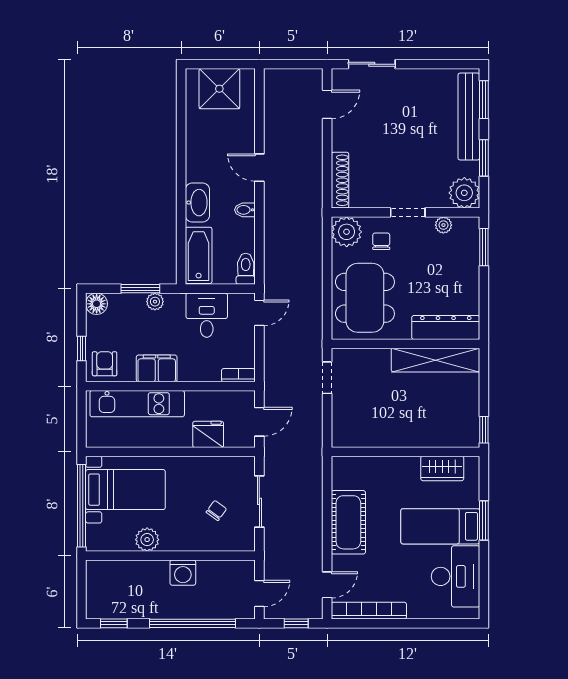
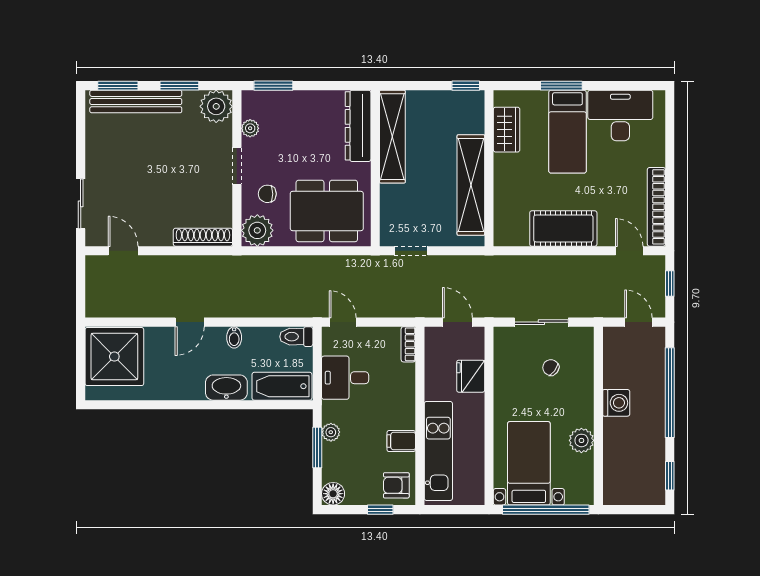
shower: (219, 89) -> (114, 357), width x1.37, depth x1.37
filing cabinet: (157, 368) -> (401, 441), width x0.50
shelving: (390, 435) -> (471, 185), added

